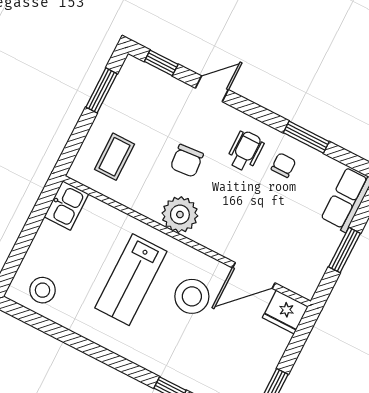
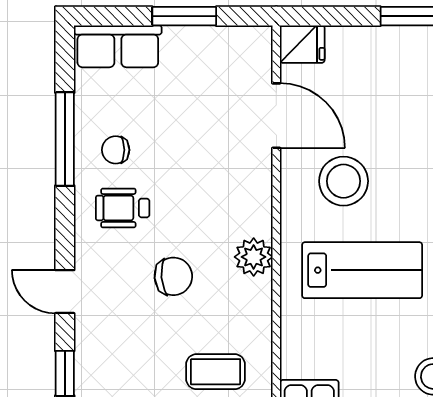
window: (306, 137) -> (65, 139), width x1.44
plant: (180, 215) -> (254, 257), width x0.73, depth x0.73
fridge: (285, 312) -> (302, 44), width x0.72

